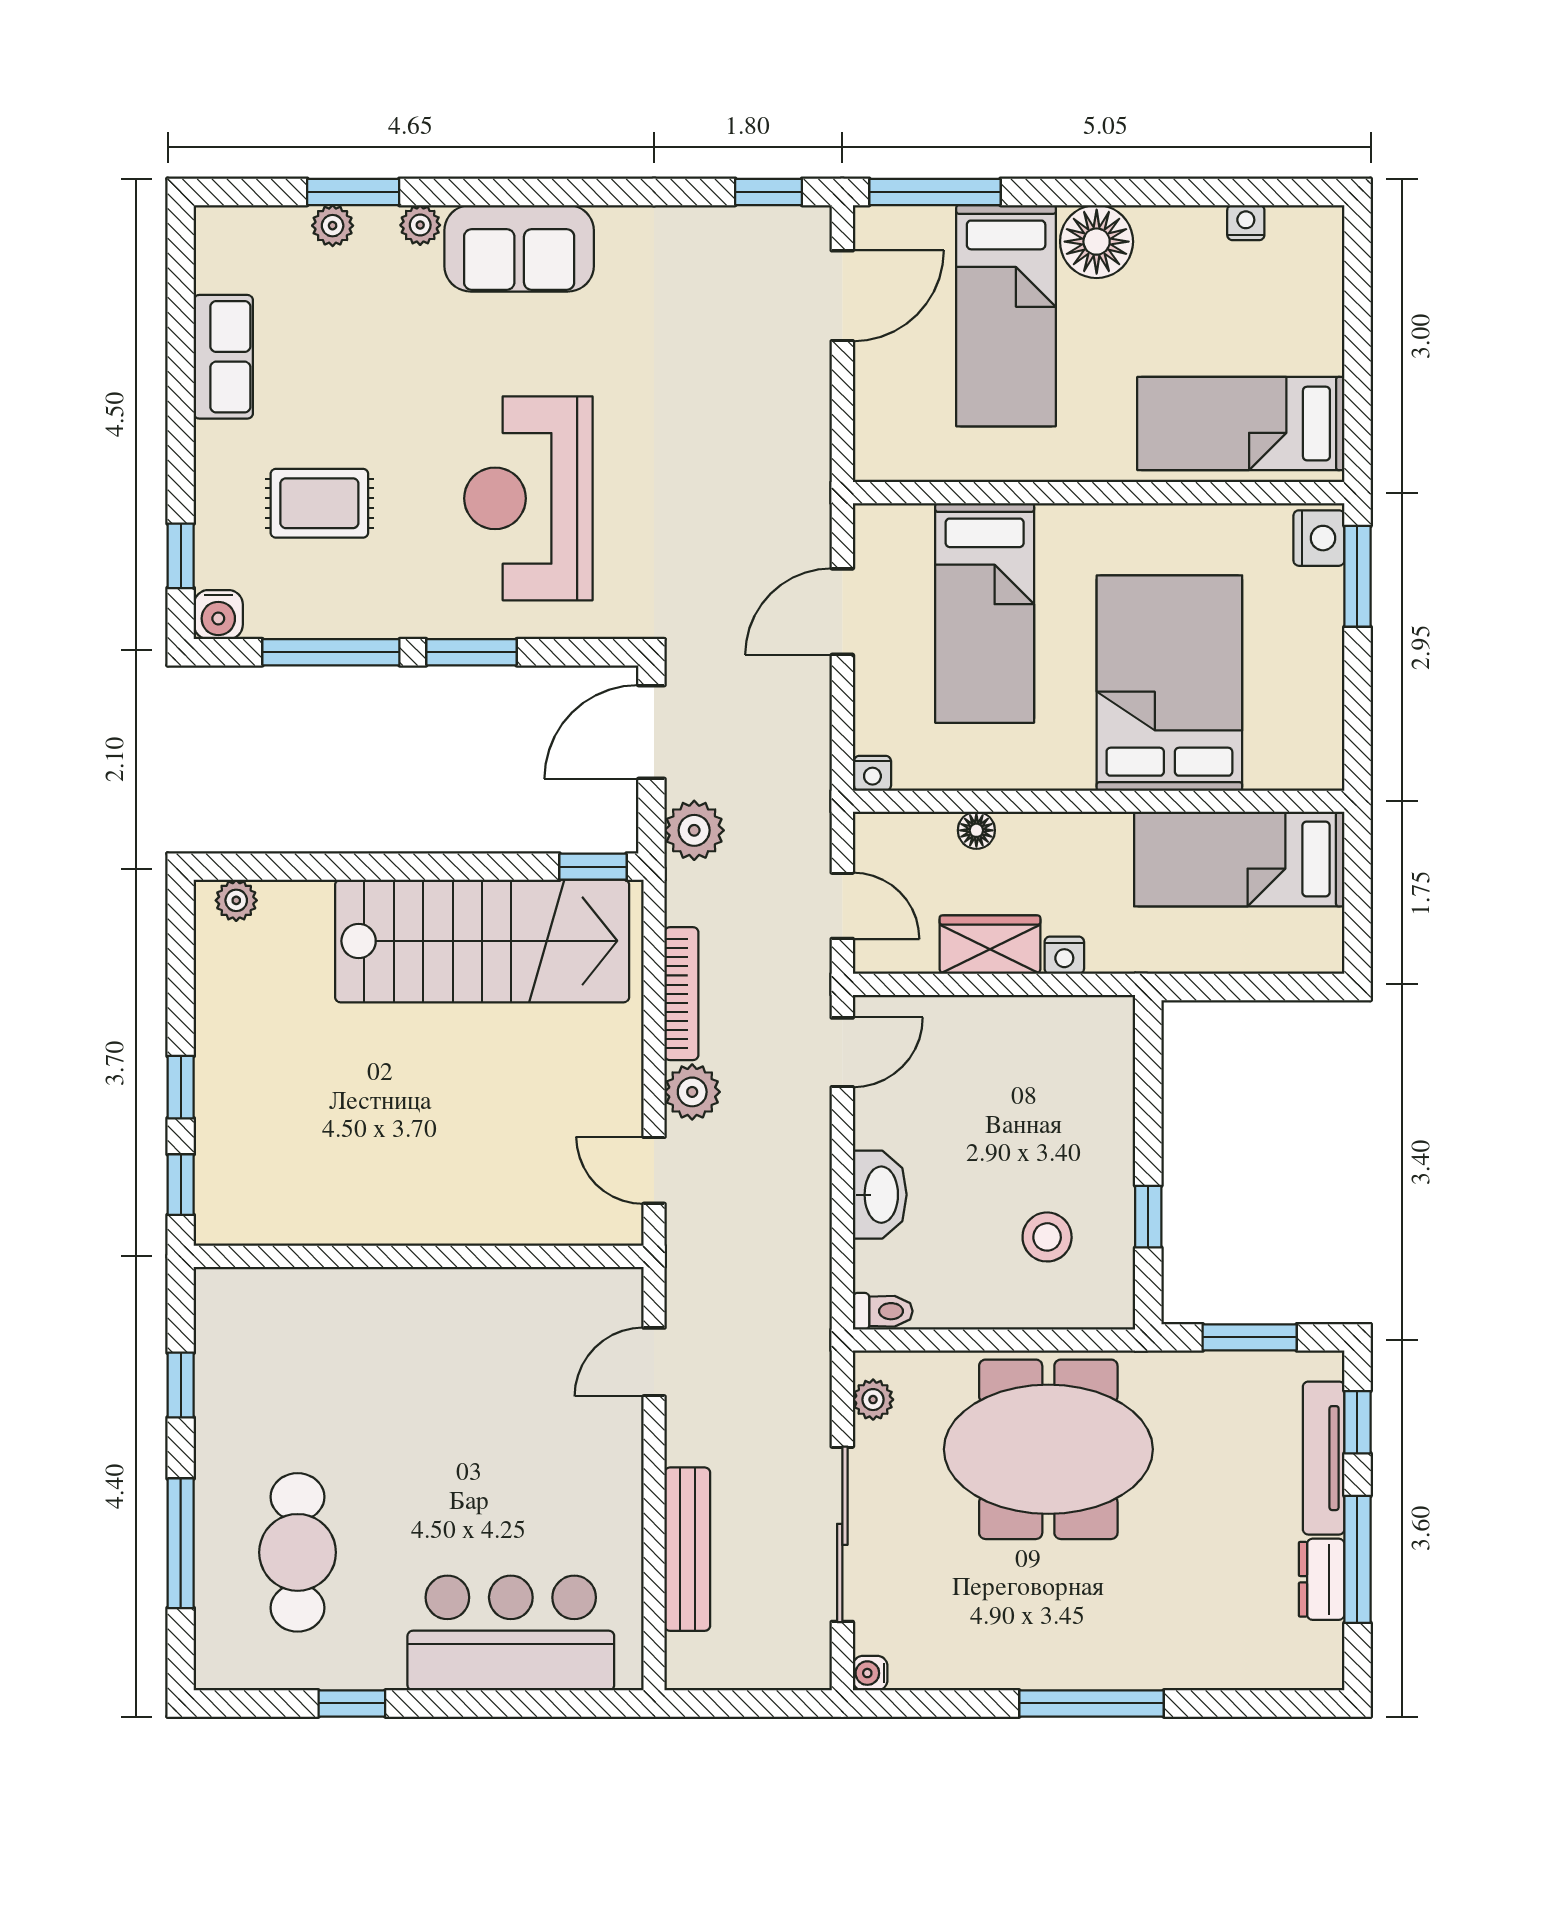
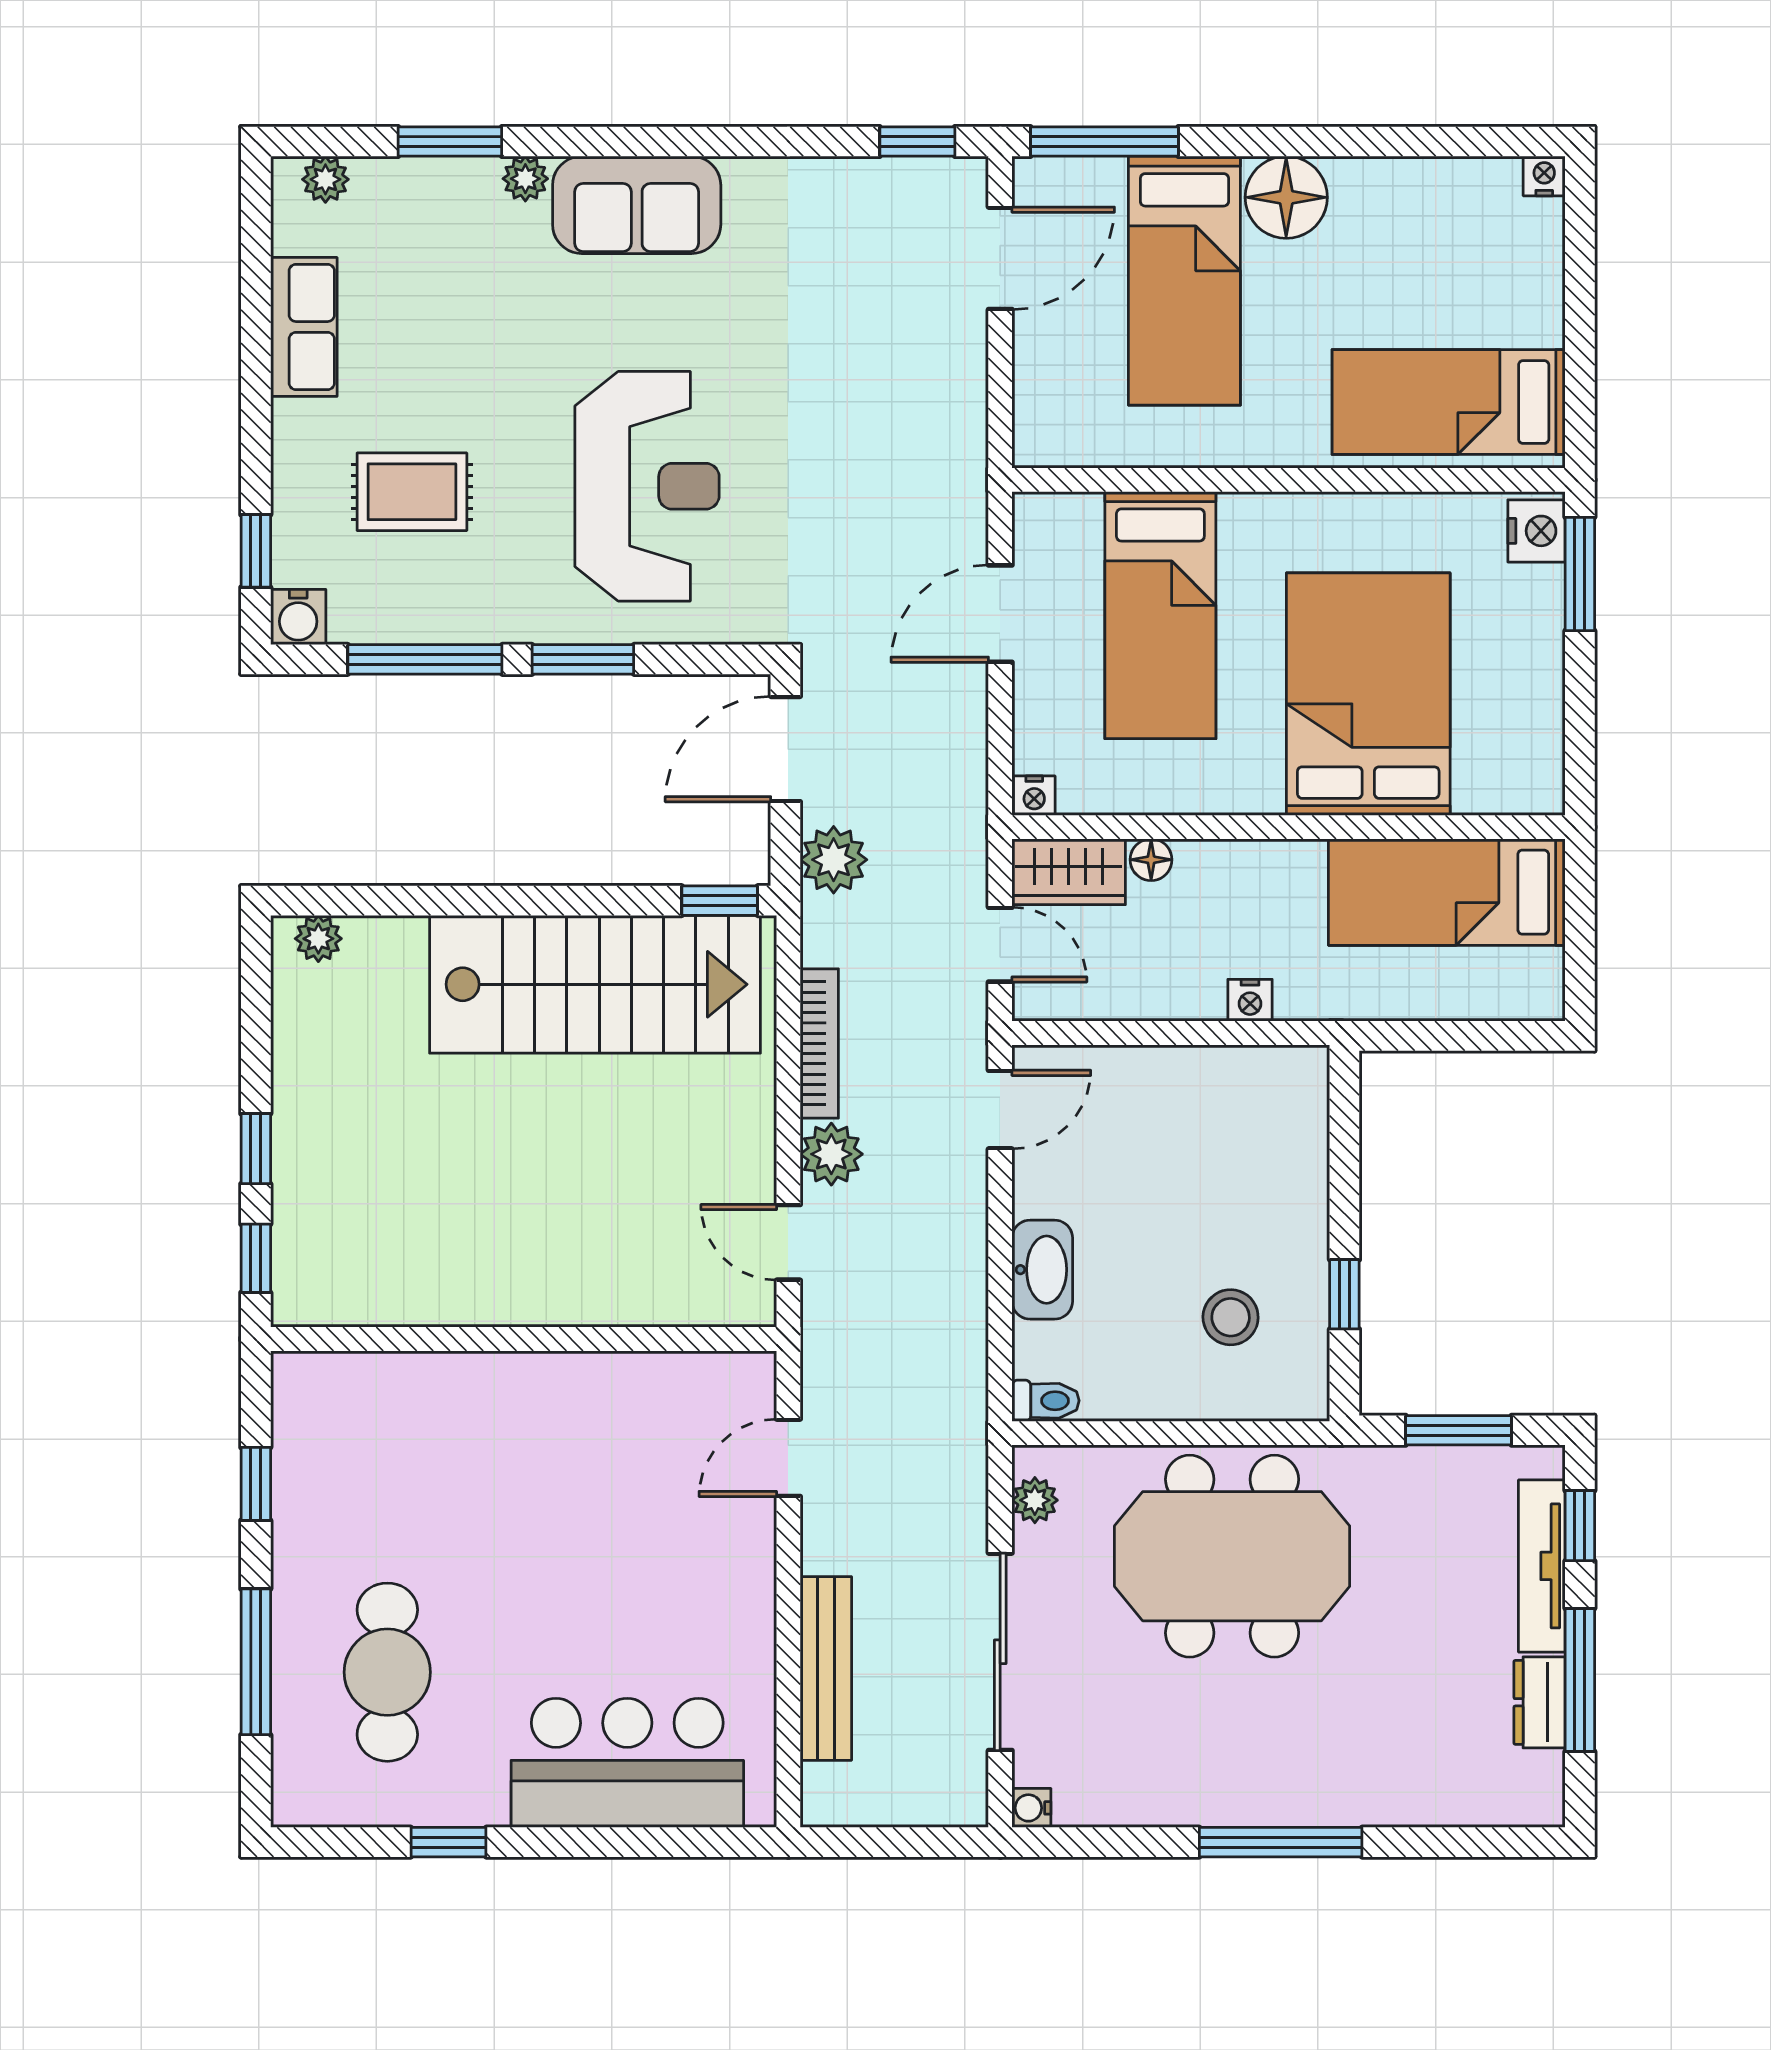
nightstand: (1246, 223) -> (1544, 176), moved
plant: (333, 226) -> (325, 179), moved
reception desk: (528, 498) -> (647, 486), turned 180
wardrobe: (990, 945) -> (1069, 872), moved, turned 180

